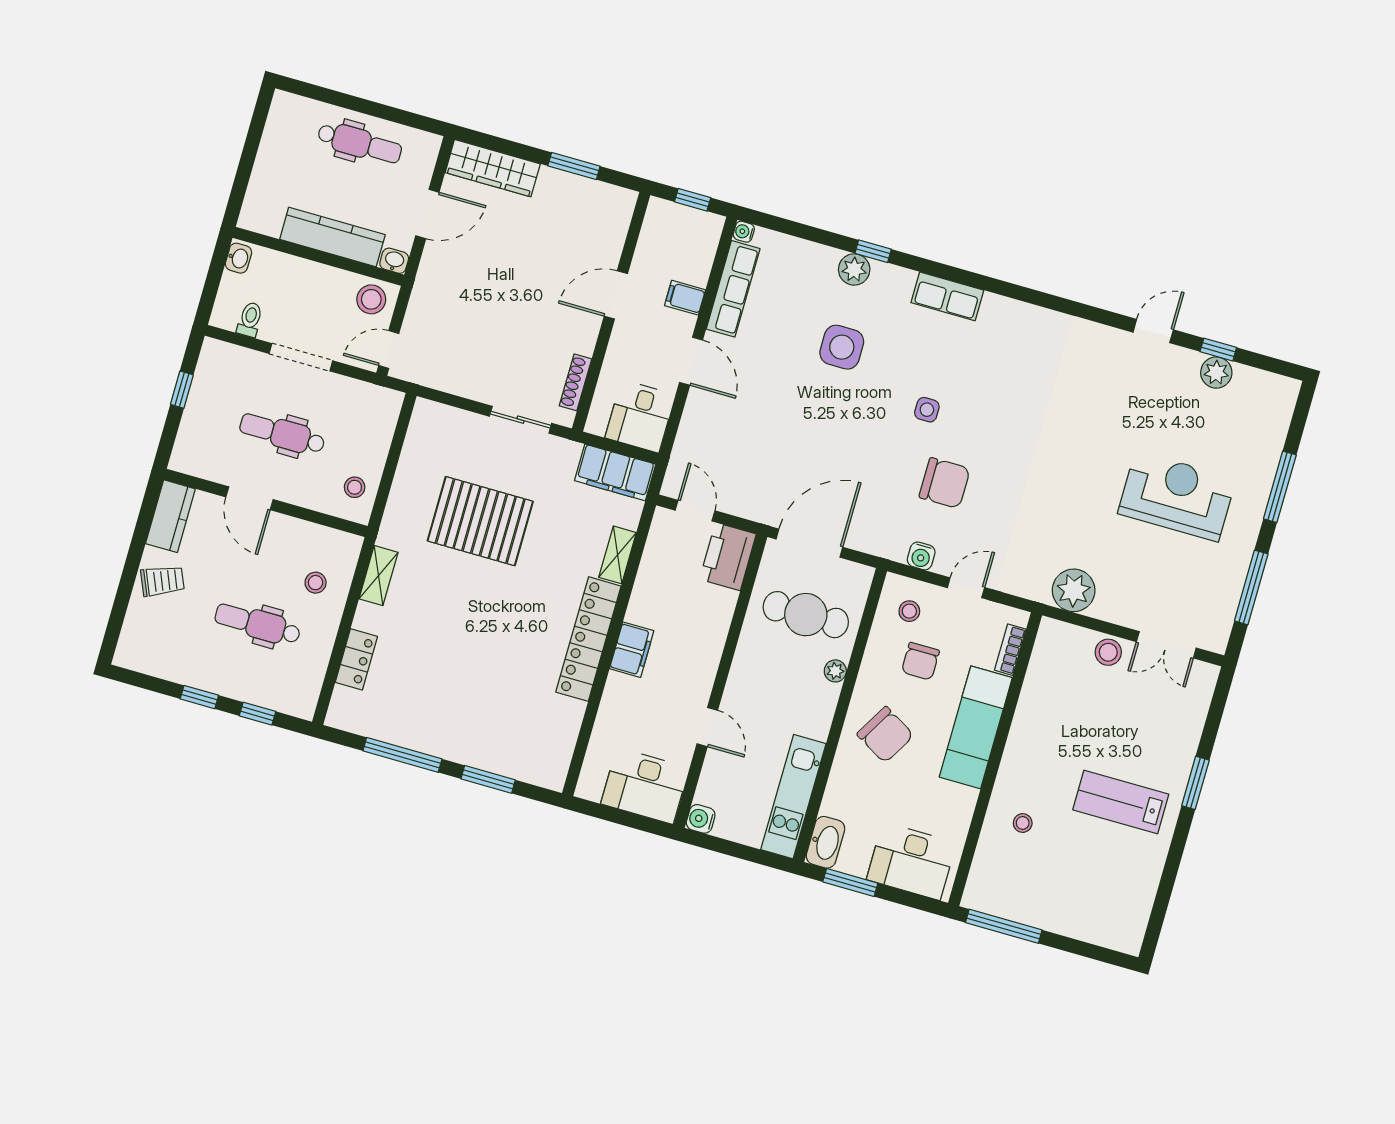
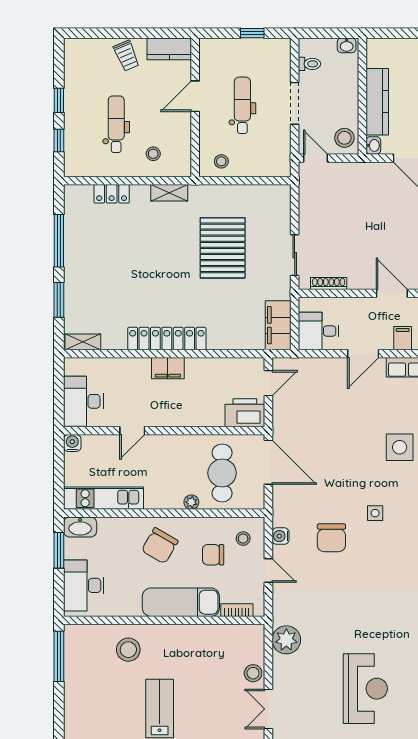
shelving: (618, 555) -> (83, 342), moved
stool: (1023, 823) -> (128, 650), width x1.89, depth x1.89

